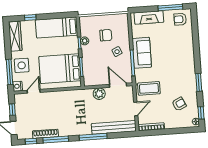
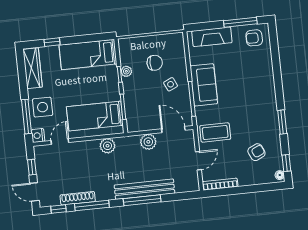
bed: (60, 69) -> (95, 116), width x0.67
plant: (69, 96) -> (107, 146), added
bench: (114, 127) -> (144, 189), moved

